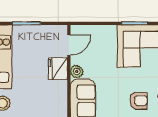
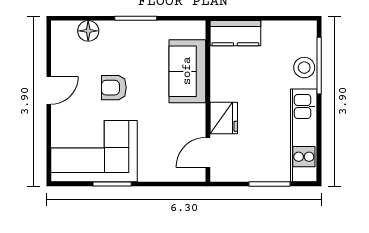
plant: (77, 72) -> (196, 114), removed
armchair: (138, 101) -> (114, 88), moved

